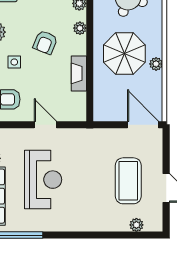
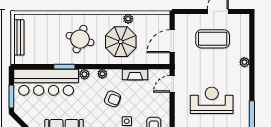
door: (45, 125) -> (172, 84), moved
door: (143, 125) -> (172, 41), moved
plant: (136, 225) -> (244, 62), moved

